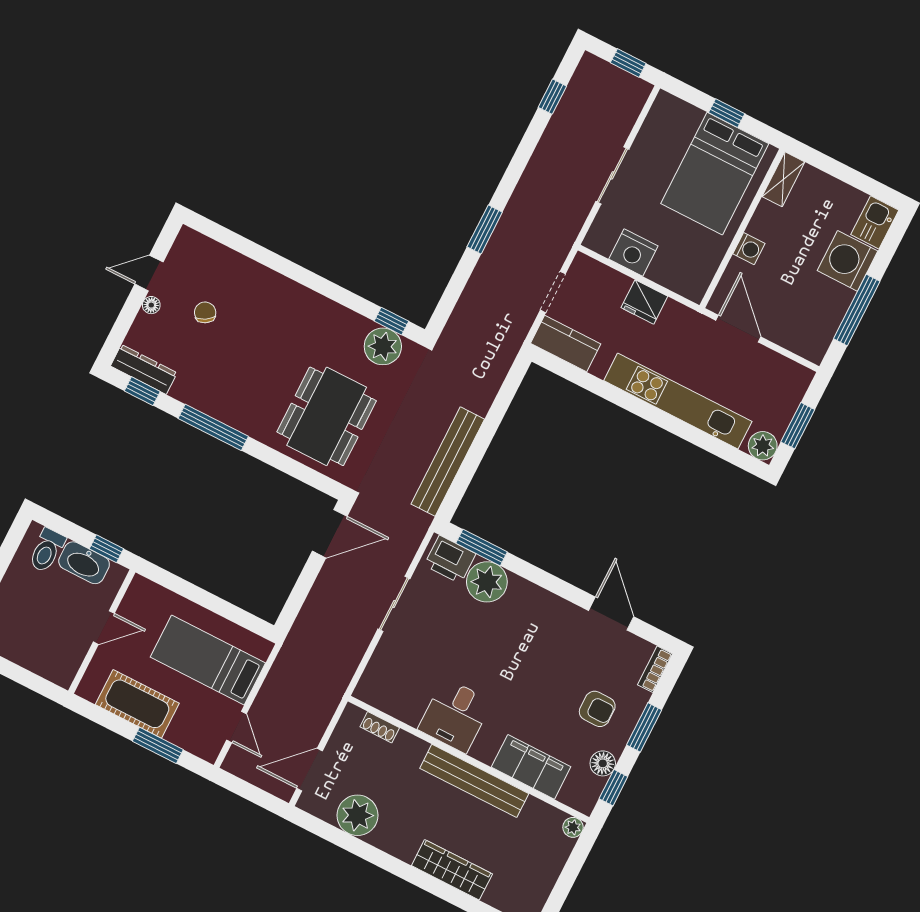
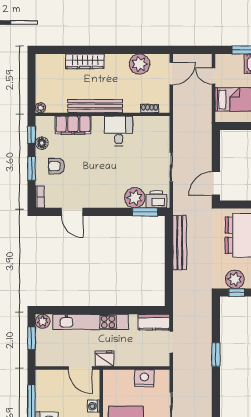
fridge: (644, 302) -> (104, 359), moved

